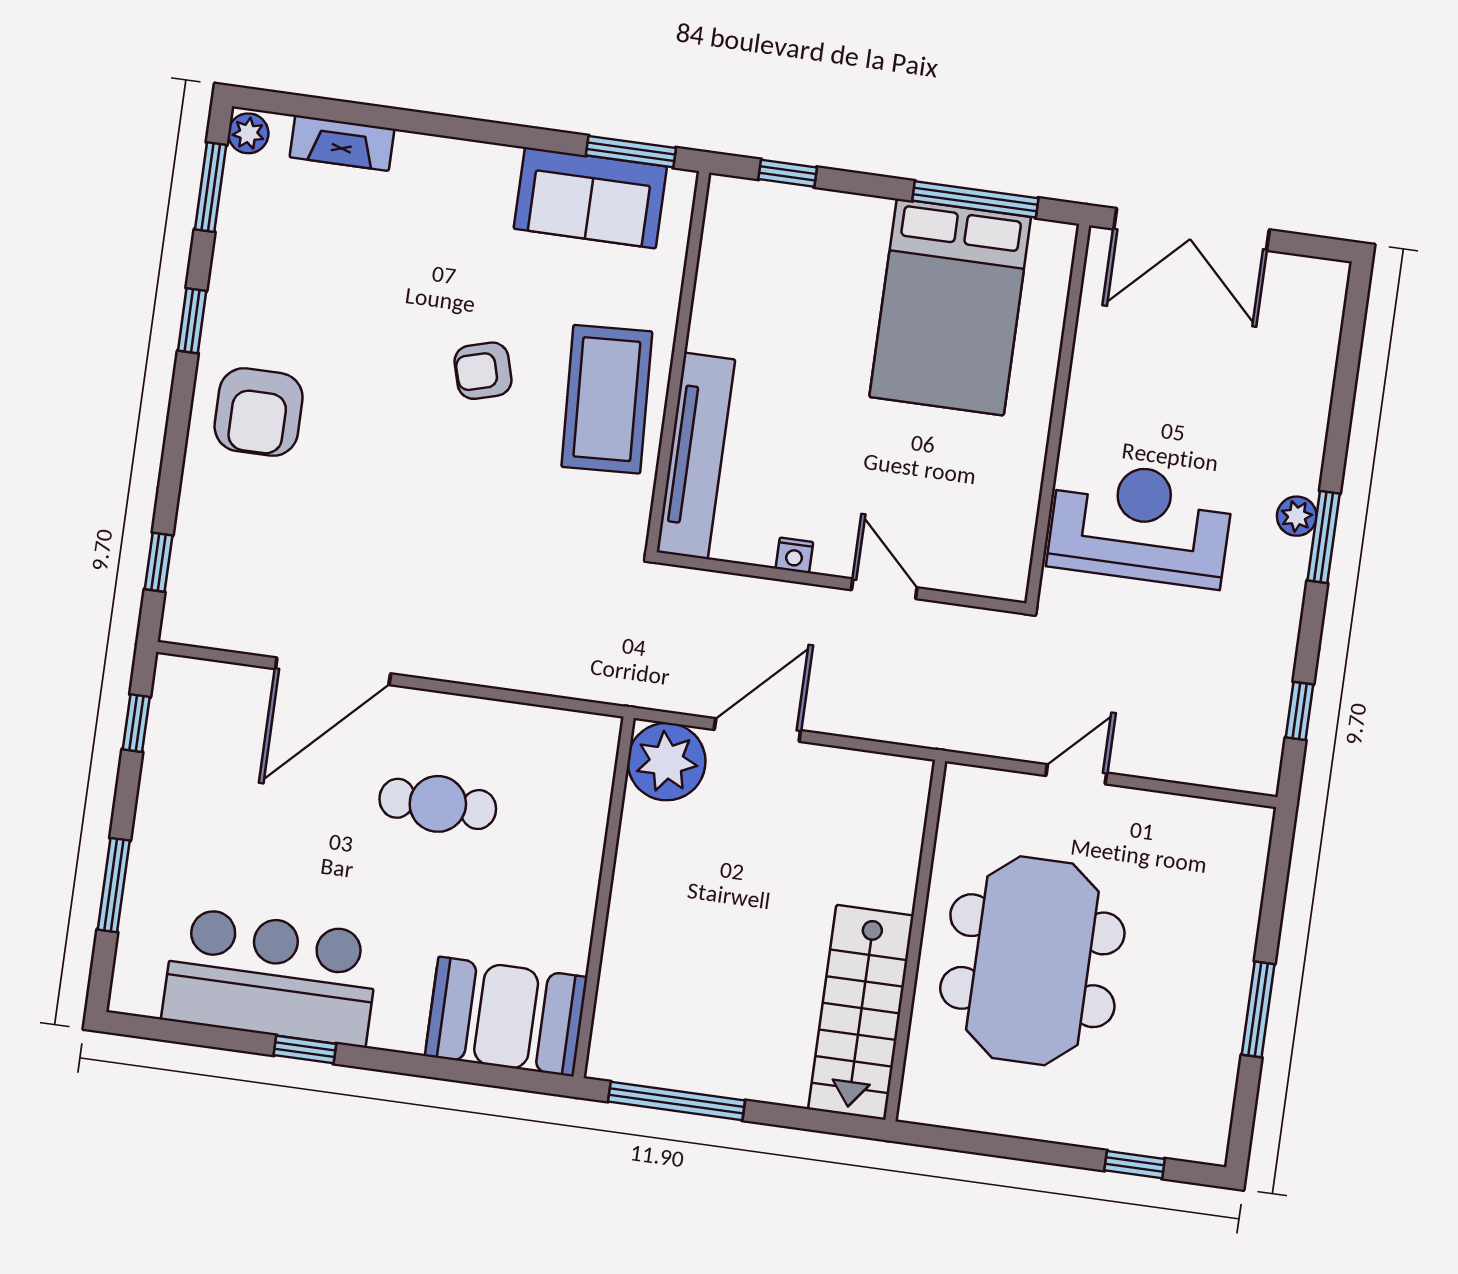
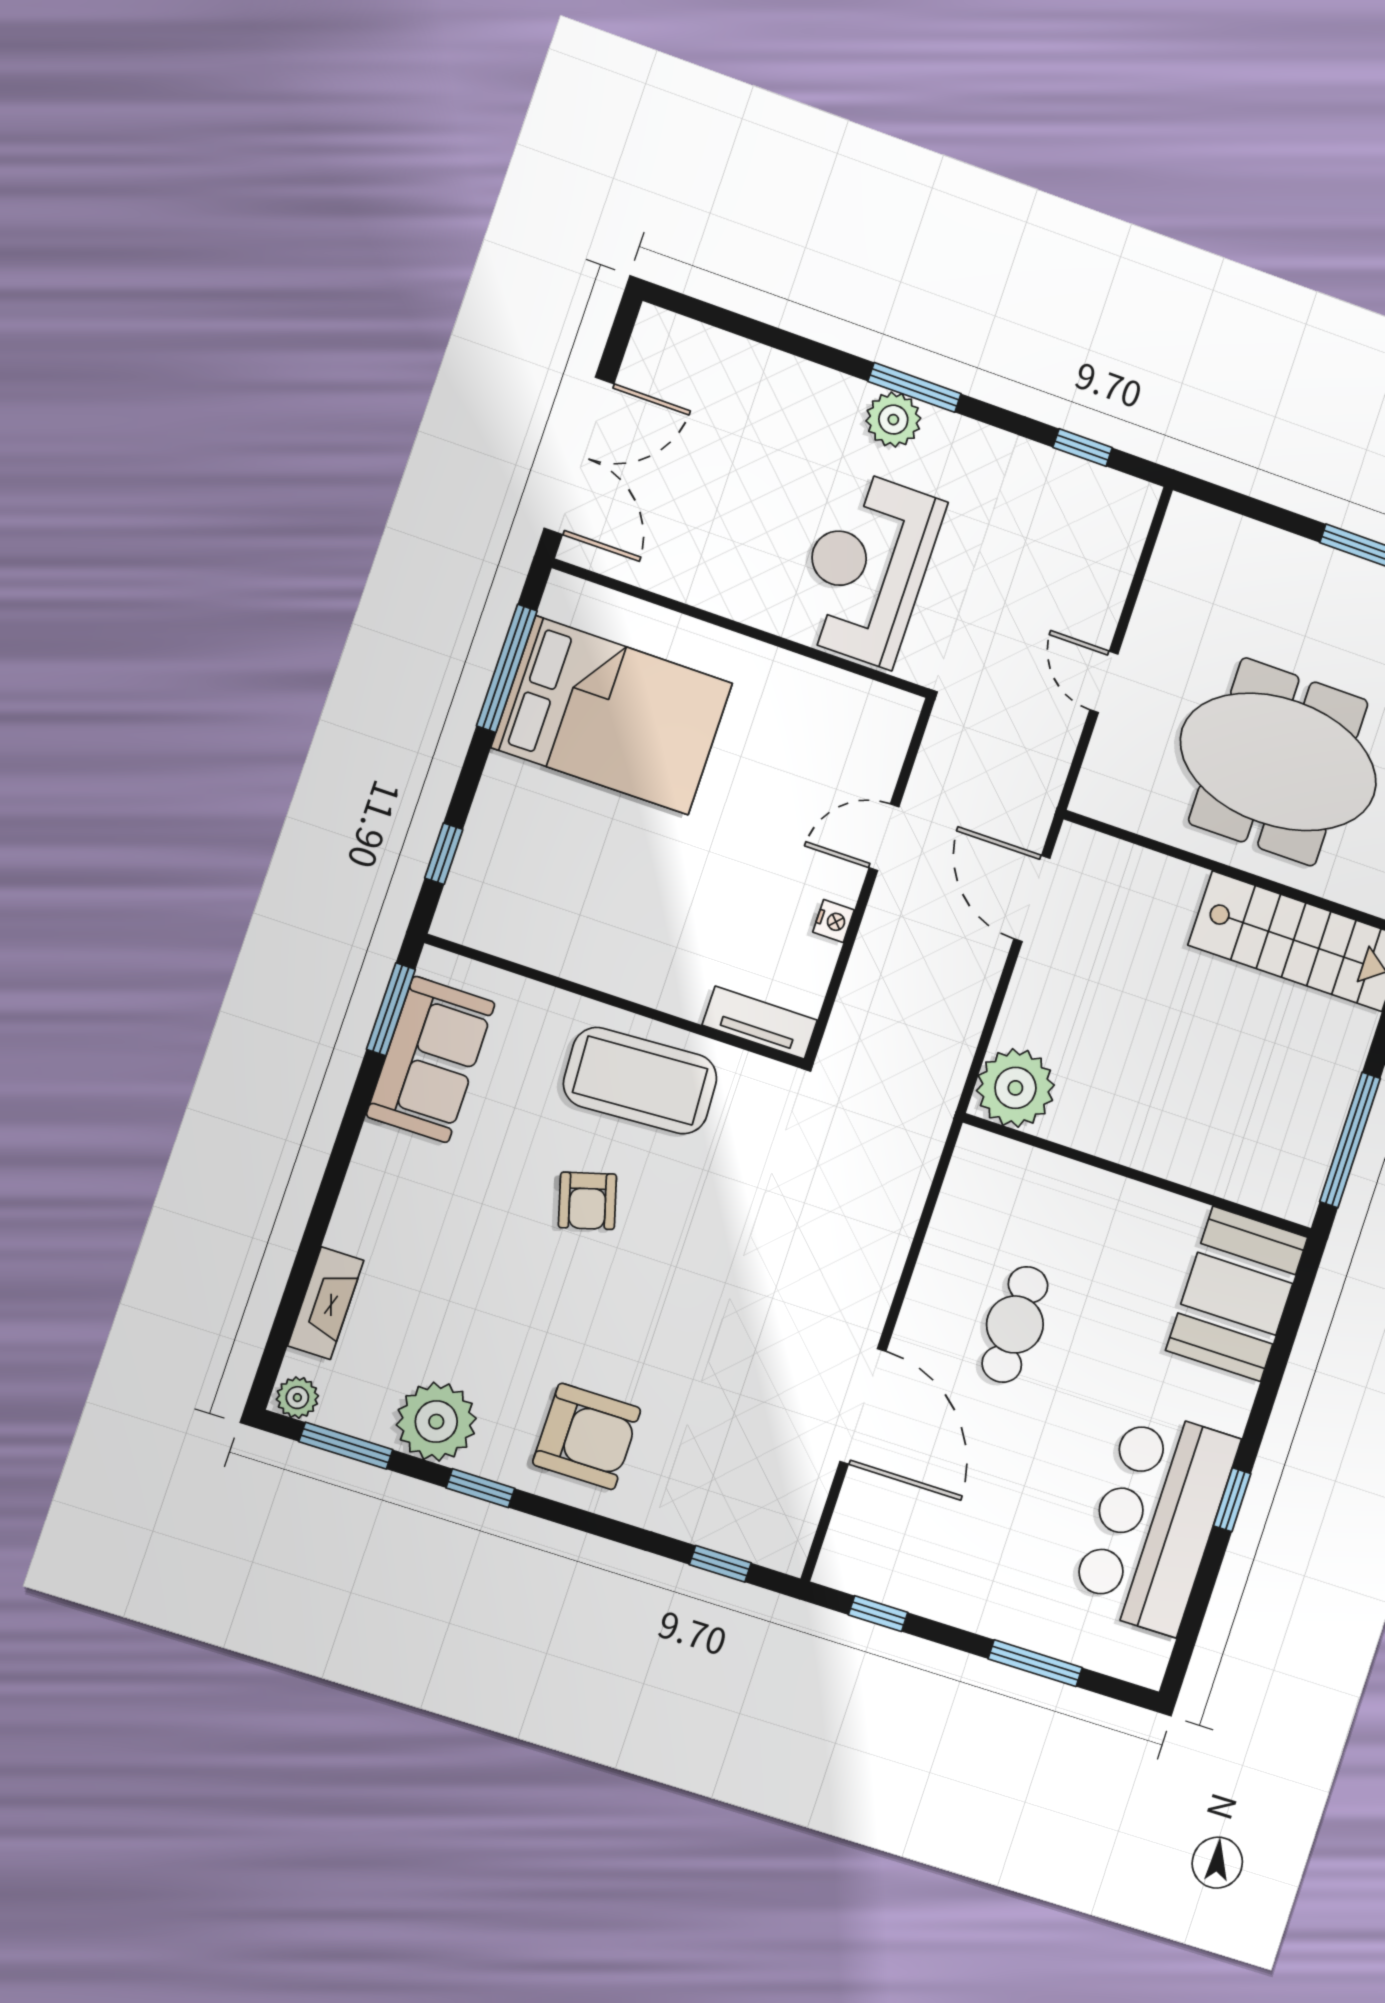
plant: (248, 267) -> (436, 1422), added
tv unit: (696, 456) -> (760, 1023), width x0.52, depth x0.78
plant: (1297, 516) -> (893, 420), width x1.38, depth x1.38
door: (757, 730) -> (1032, 898), moved

